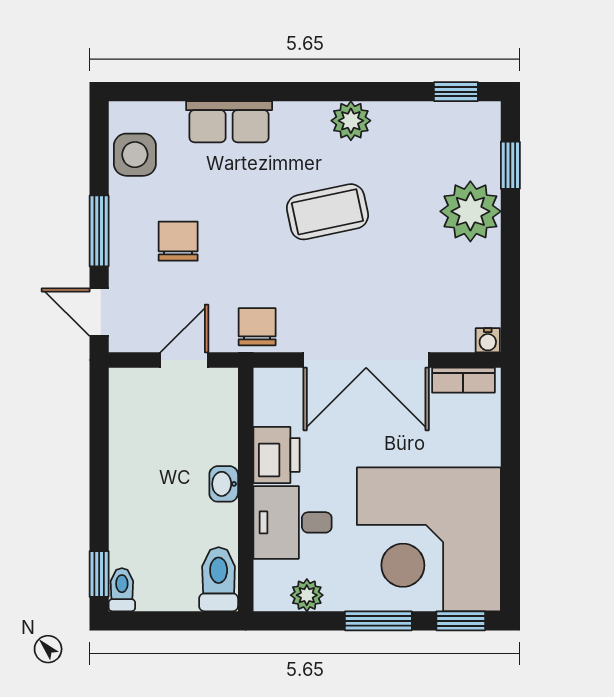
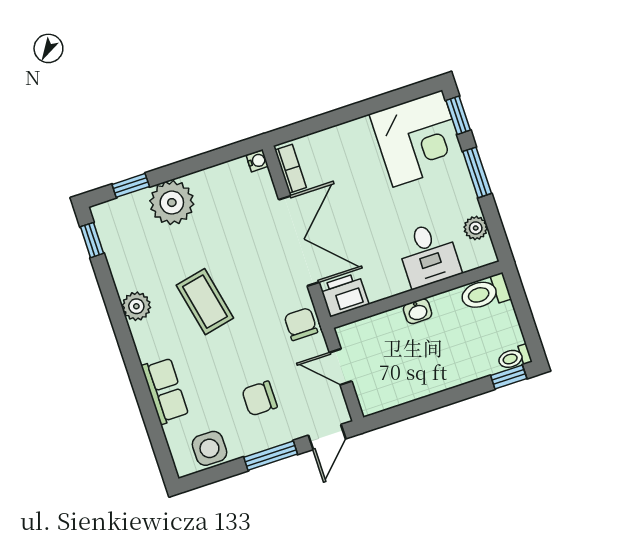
chair: (257, 327) -> (301, 324), turned 90
printer: (276, 455) -> (344, 295), moved
corner desk: (429, 539) -> (418, 139), width x0.74, depth x0.74

